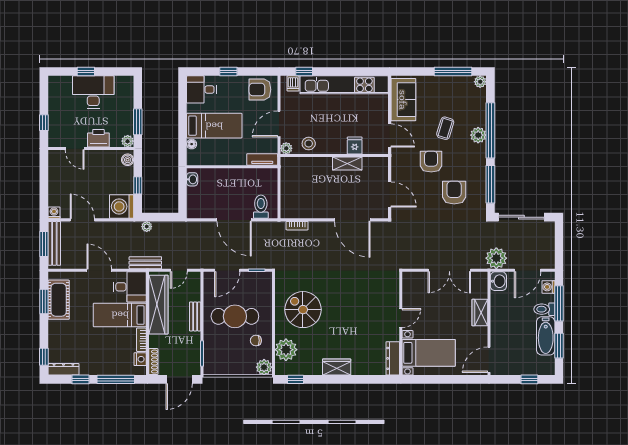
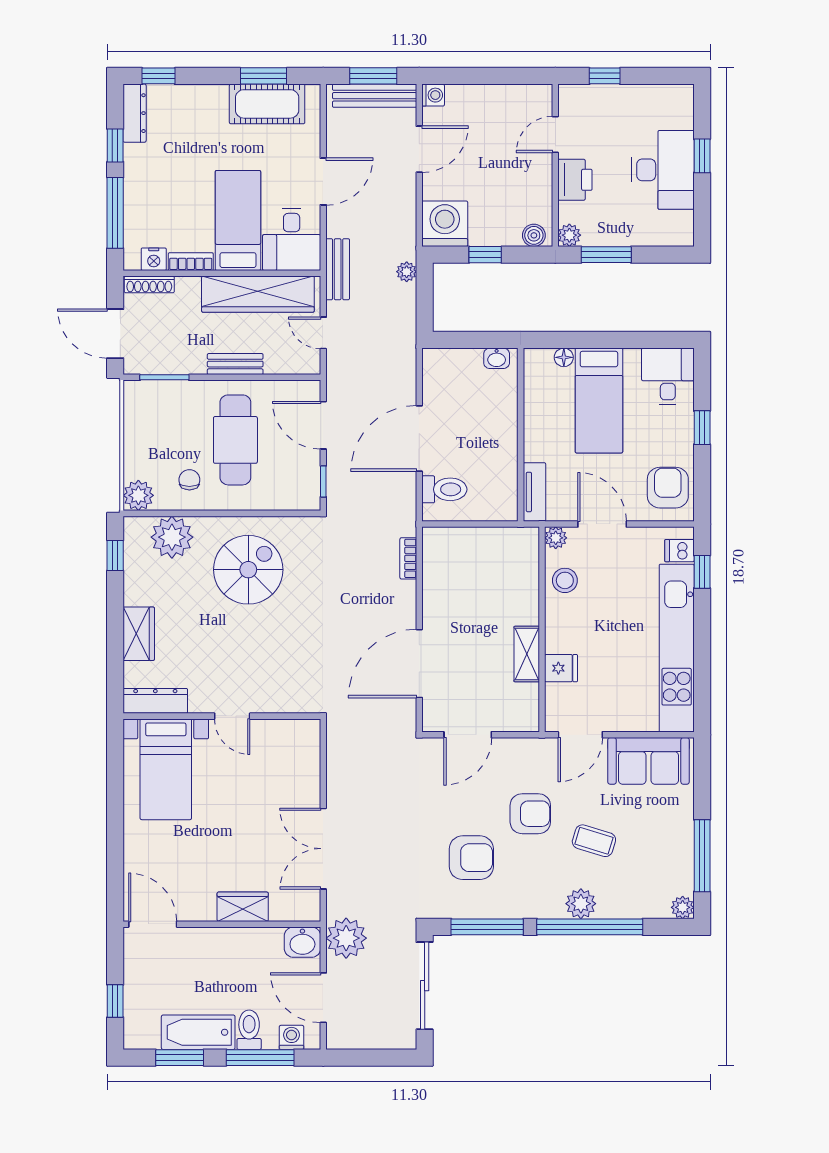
door: (401, 318) -> (232, 716), moved
wall: (401, 323) -> (222, 716), moved
bed with nightstands: (429, 353) -> (166, 769), moved
dresser: (393, 358) -> (155, 701), moved

